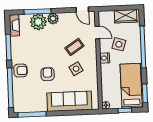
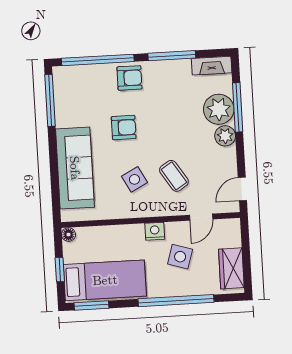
armchair: (20, 71) -> (129, 78), turned -90

